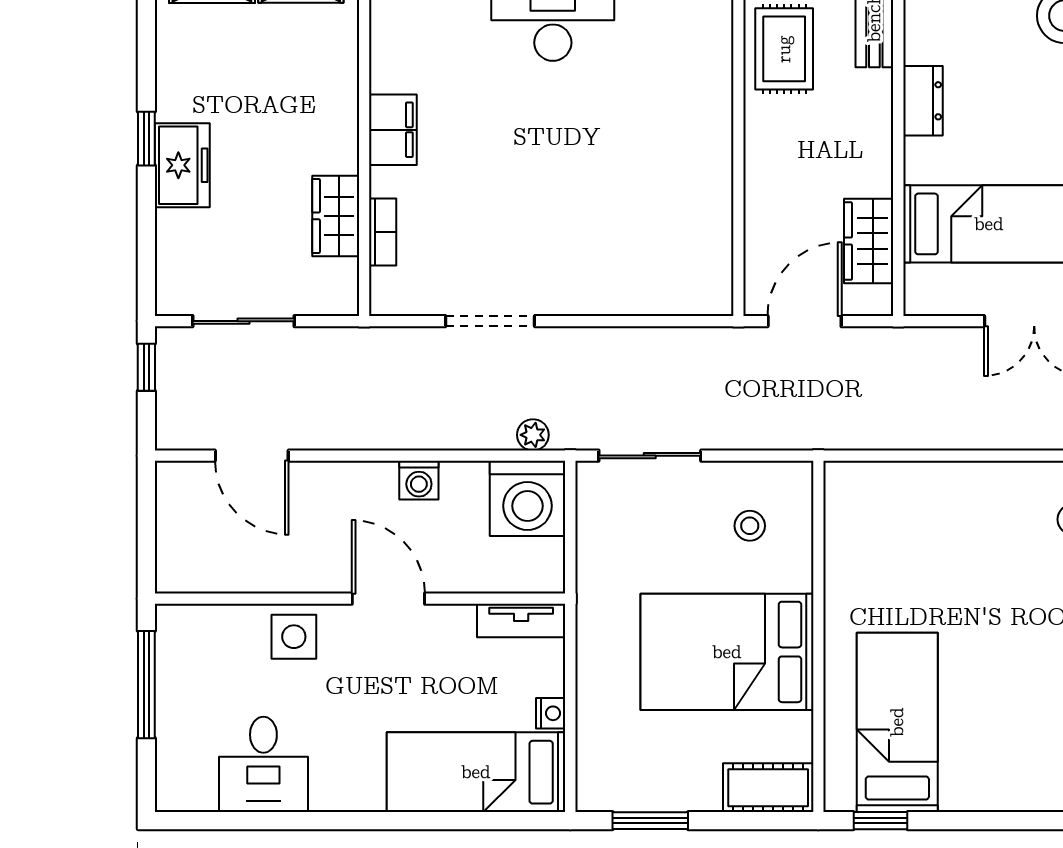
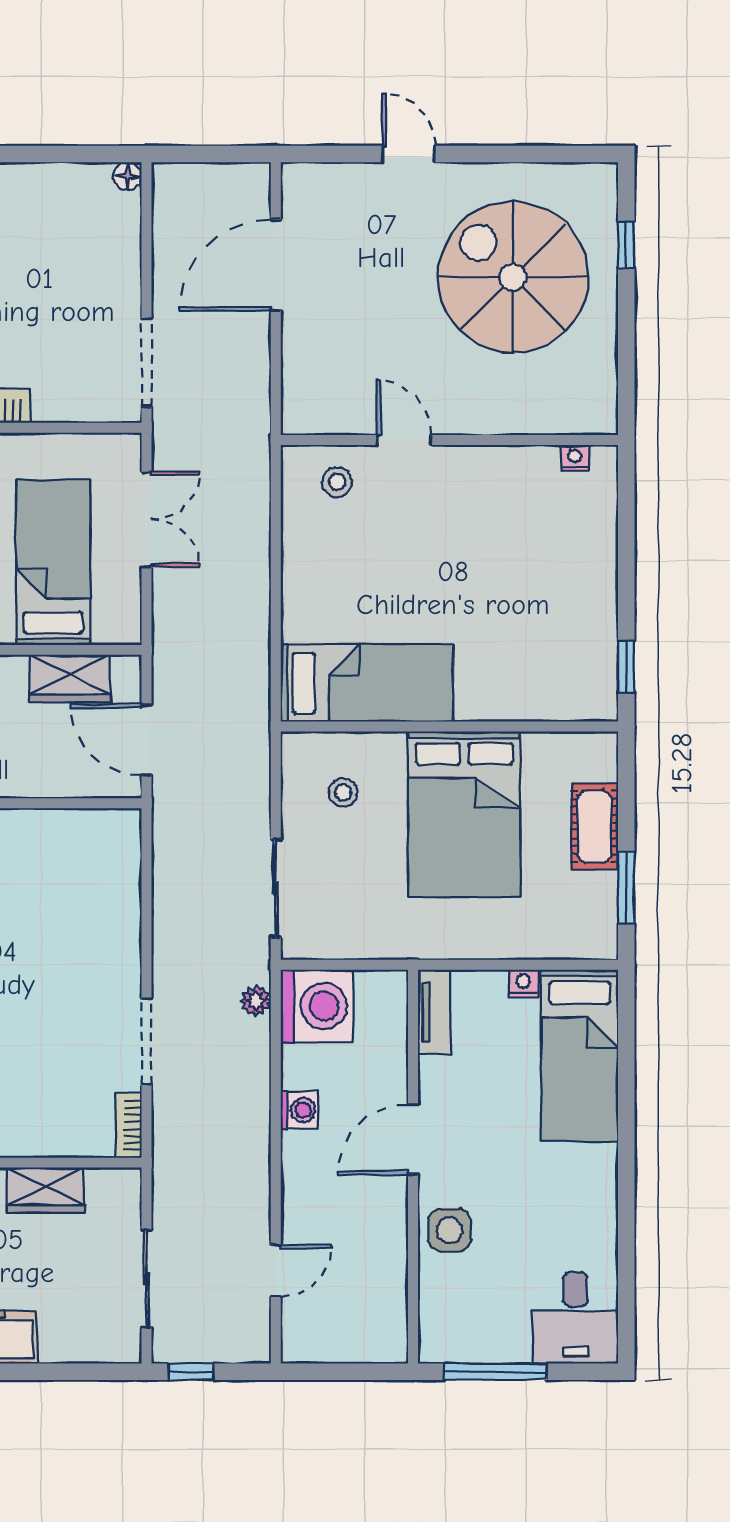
bookcase: (383, 232) -> (129, 1125), moved, turned -90
door: (252, 456) -> (276, 1271), width x0.73
bed: (897, 722) -> (367, 683), moved, turned 180
desk: (263, 764) -> (576, 1318), moved, turned 90
cot: (768, 788) -> (595, 826), moved

